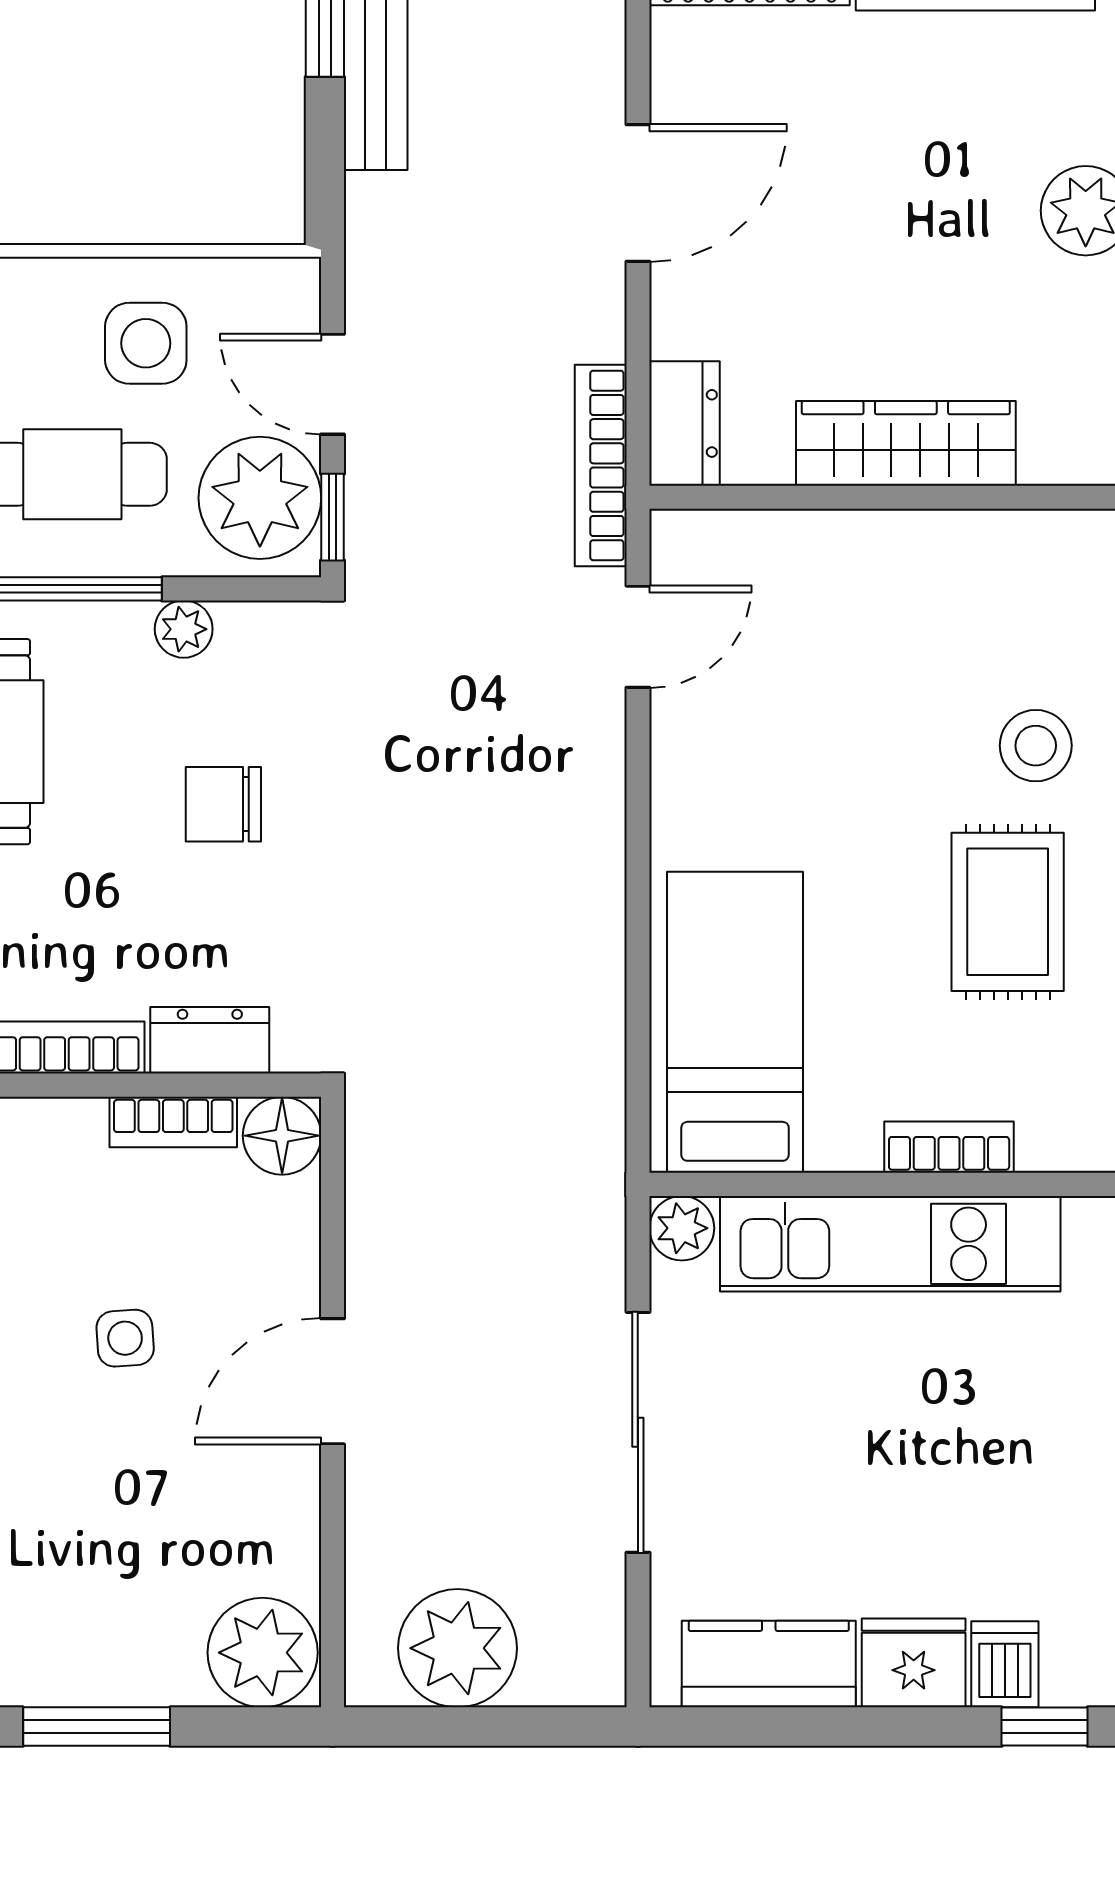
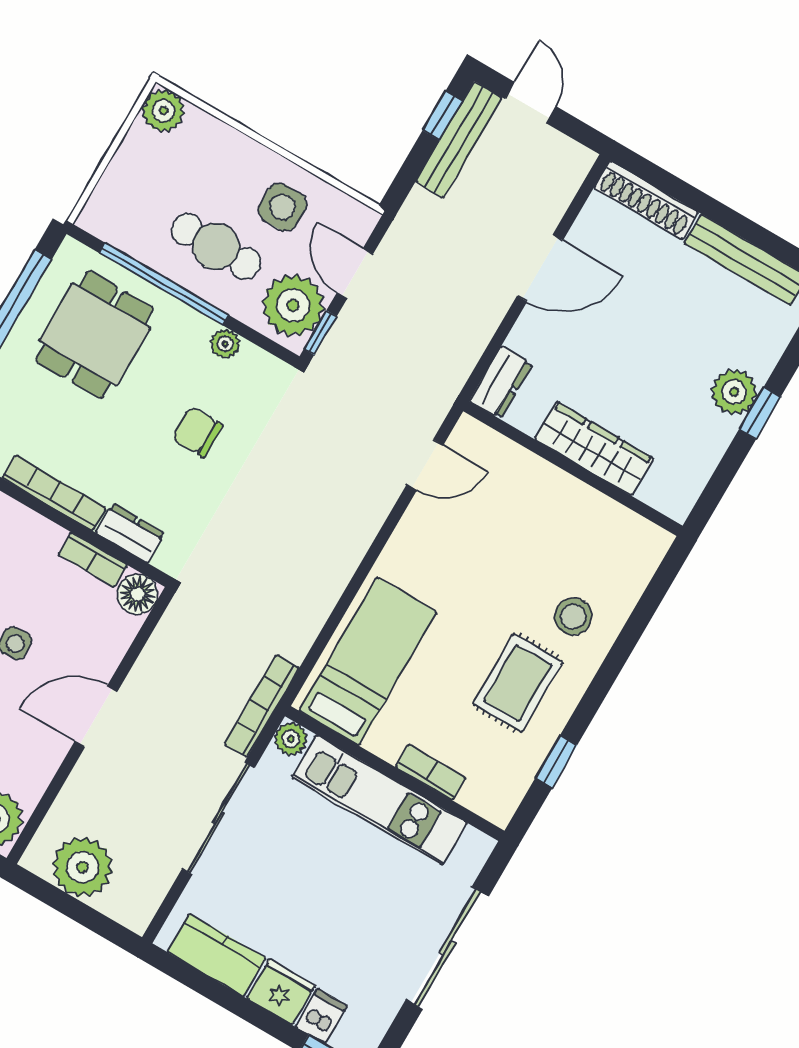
bookcase: (601, 465) -> (262, 706), moved

